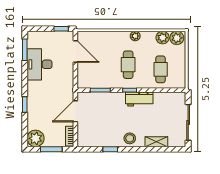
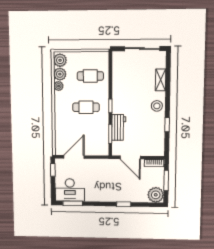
plant: (135, 36) -> (59, 86), moved
desk: (39, 64) -> (70, 190), moved
workbench: (139, 99) -> (119, 128), moved

